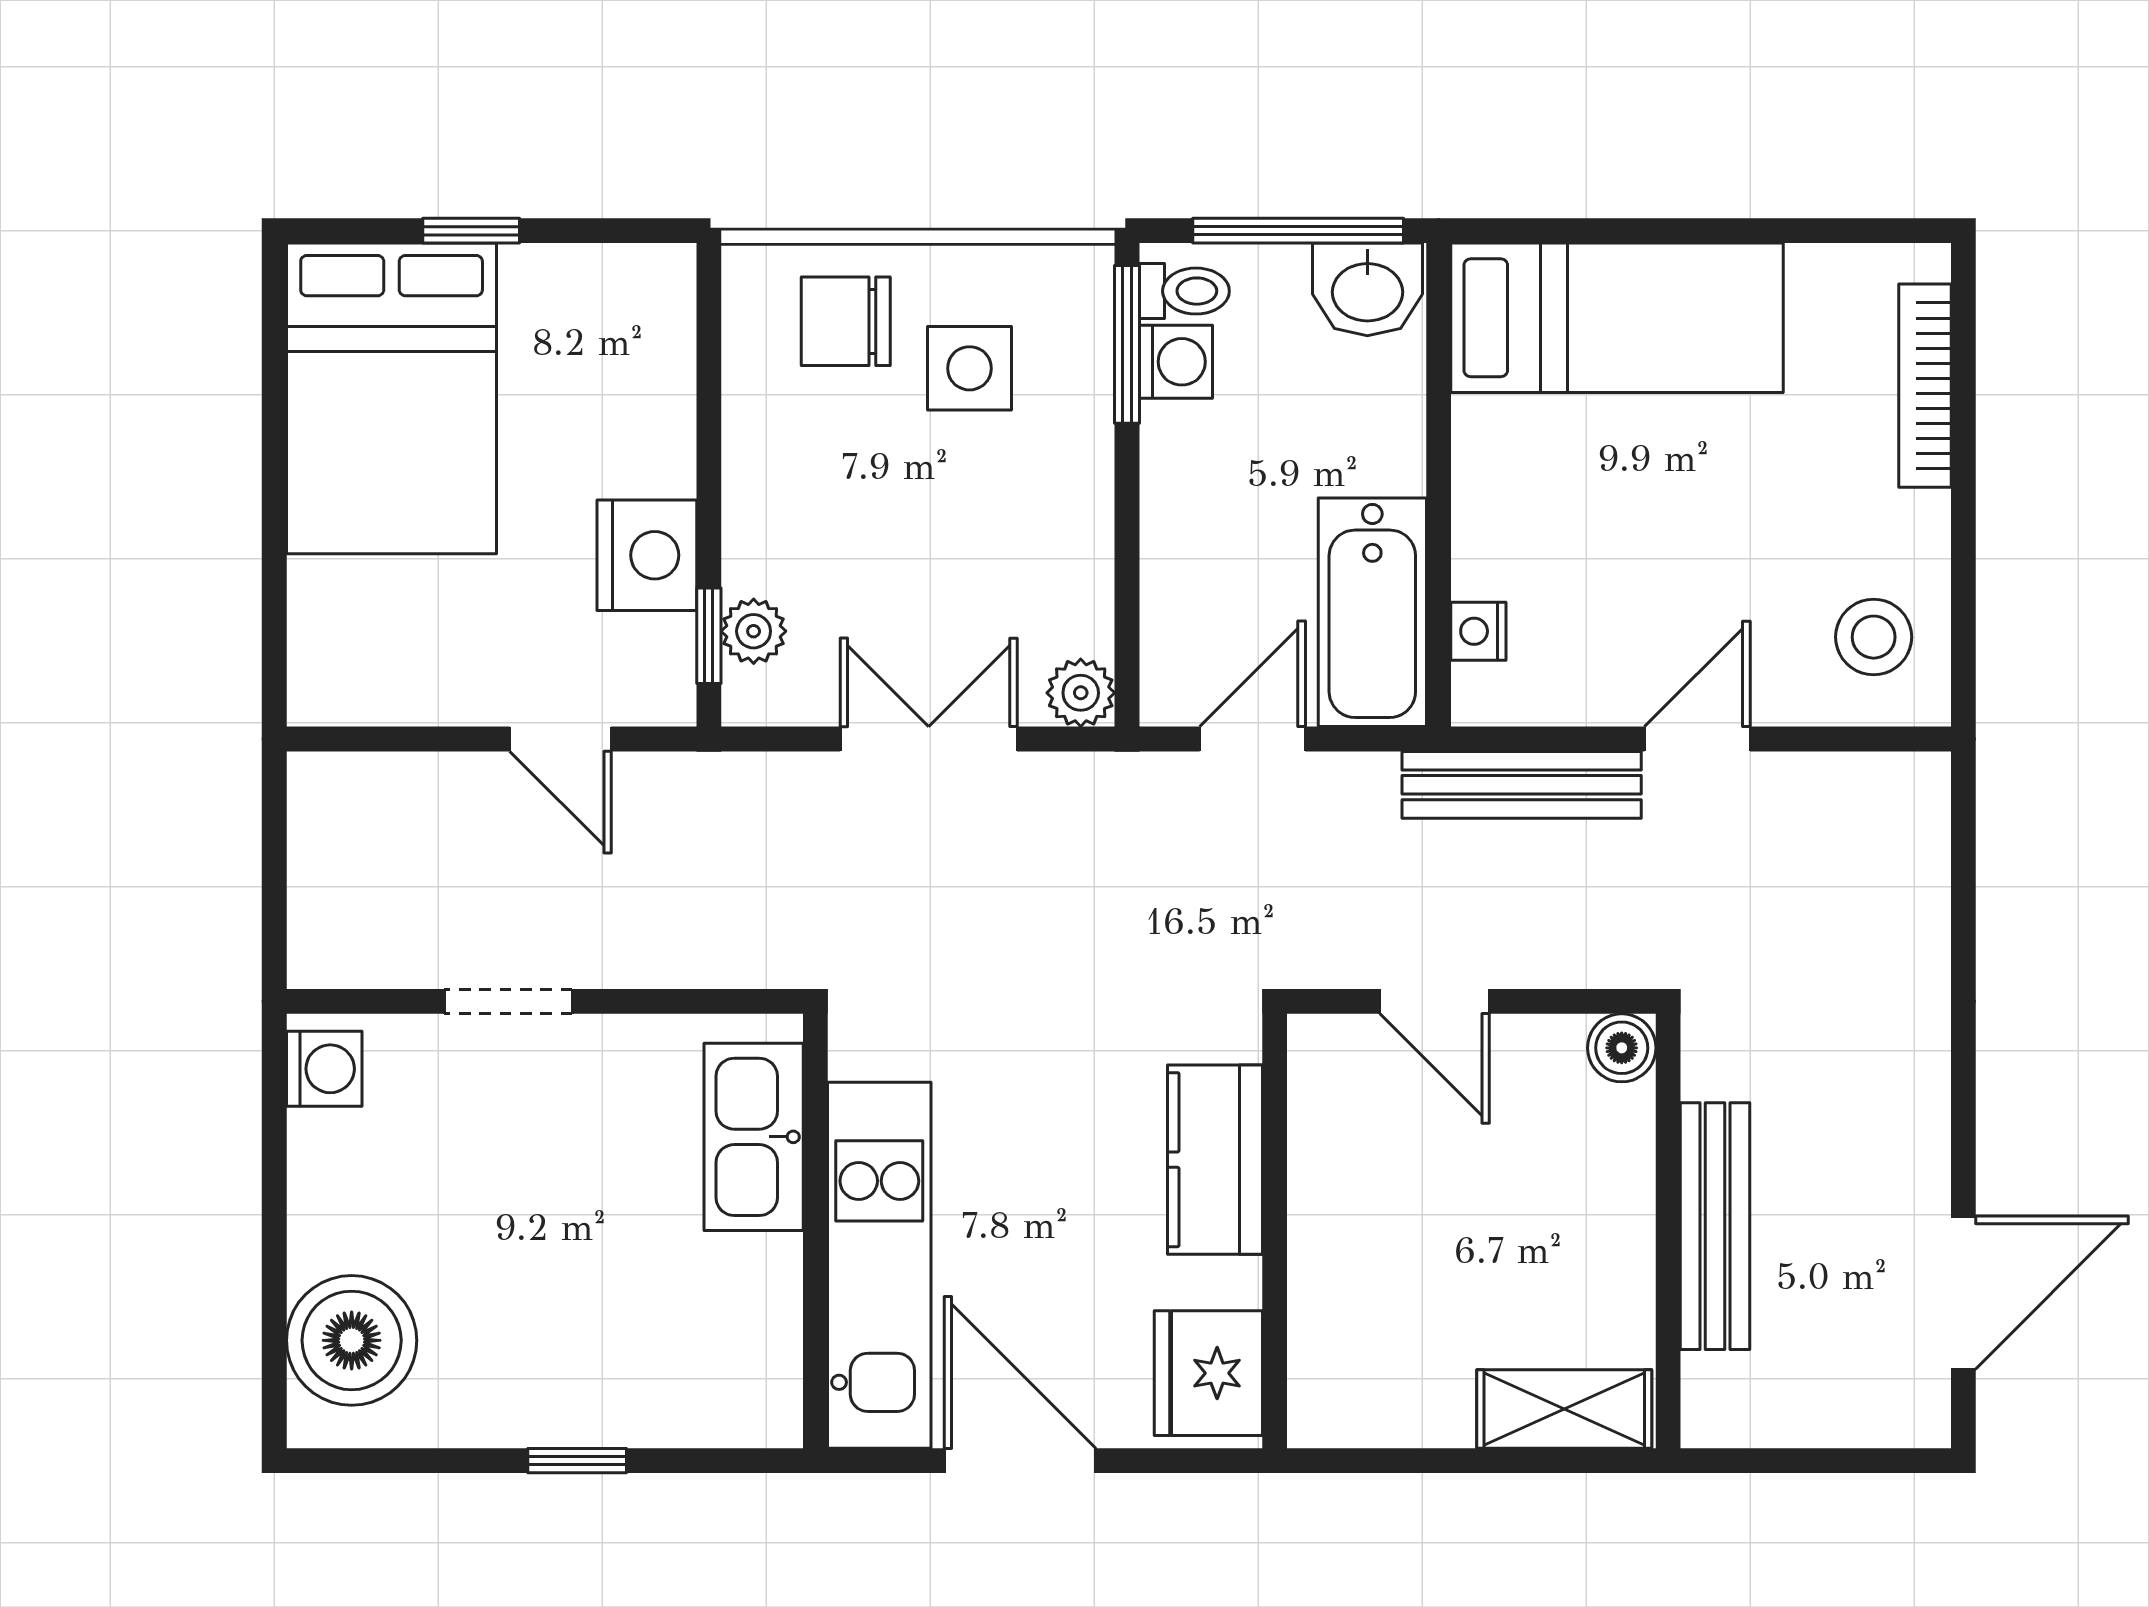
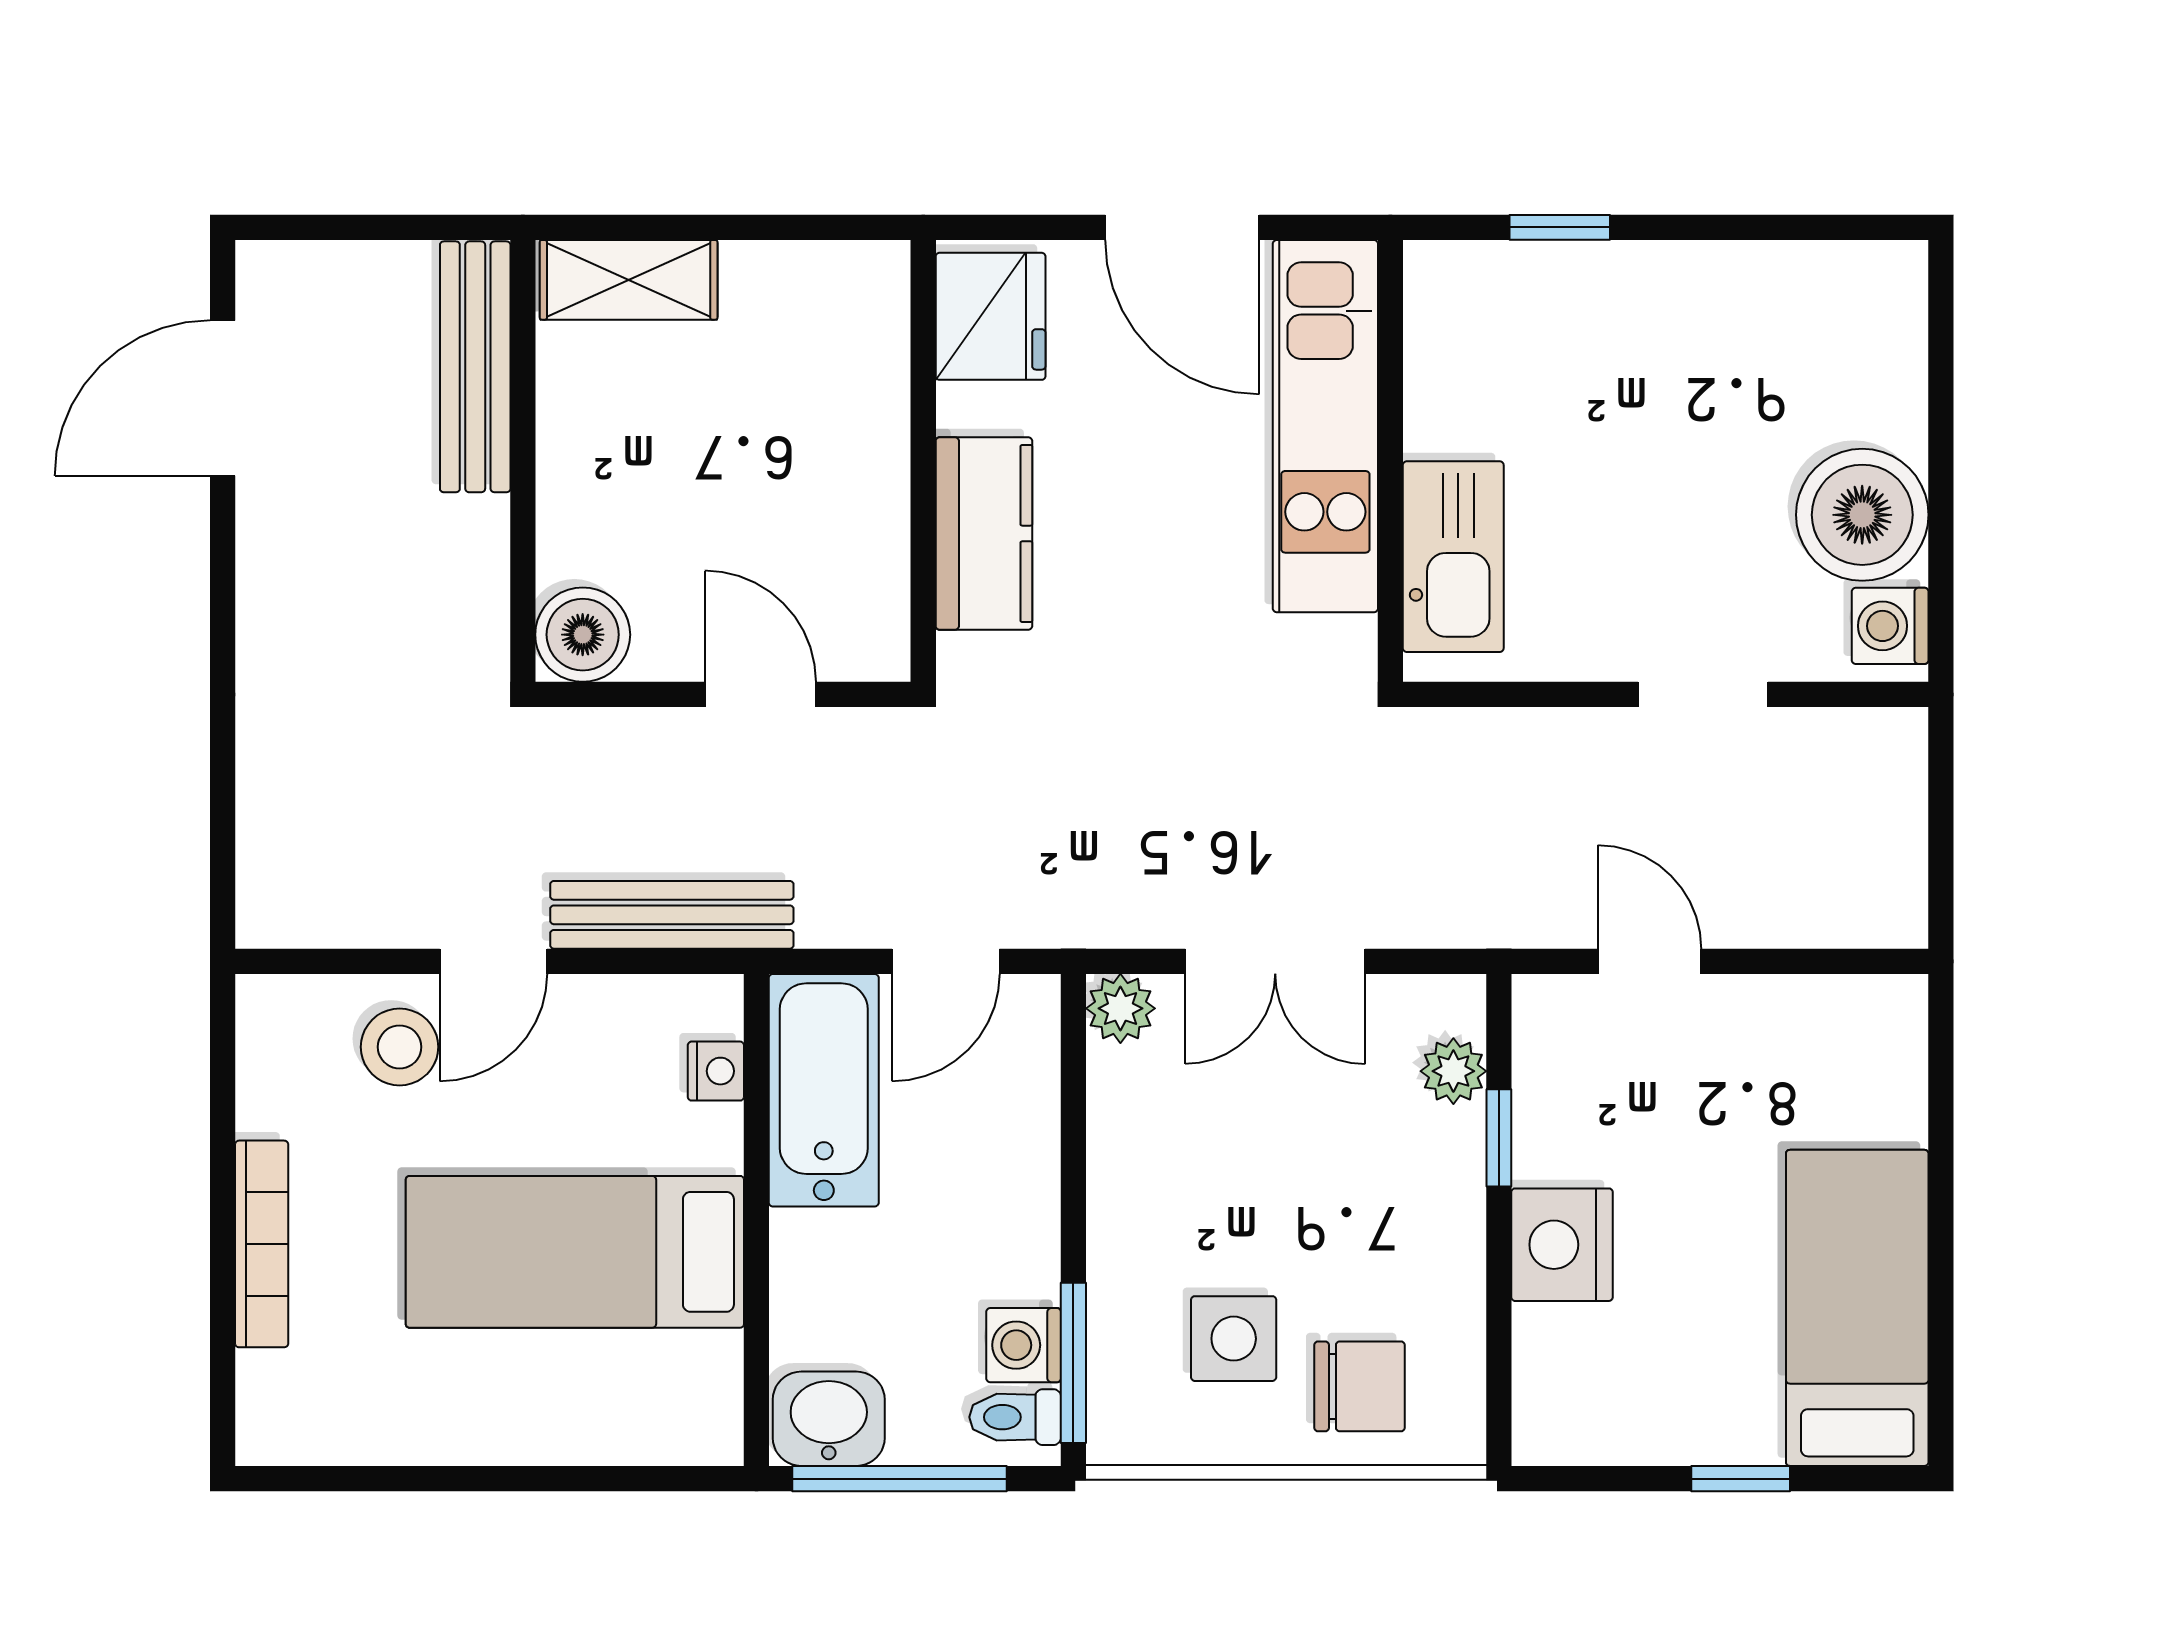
bed: (1617, 318) -> (575, 1252), moved
bookcase: (1925, 386) -> (262, 1244), moved
bed: (392, 398) -> (1857, 1308), width x0.67
nightstand: (647, 555) -> (1562, 1245), moved
window: (709, 636) -> (1499, 1138), moved
stool: (1874, 637) -> (400, 1047), moved
boiler: (1622, 1048) -> (583, 635), width x1.36, depth x1.36
bench: (1715, 1226) -> (475, 367), moved
boiler: (352, 1340) -> (1862, 515), moved
window: (577, 1461) -> (1560, 227), moved

